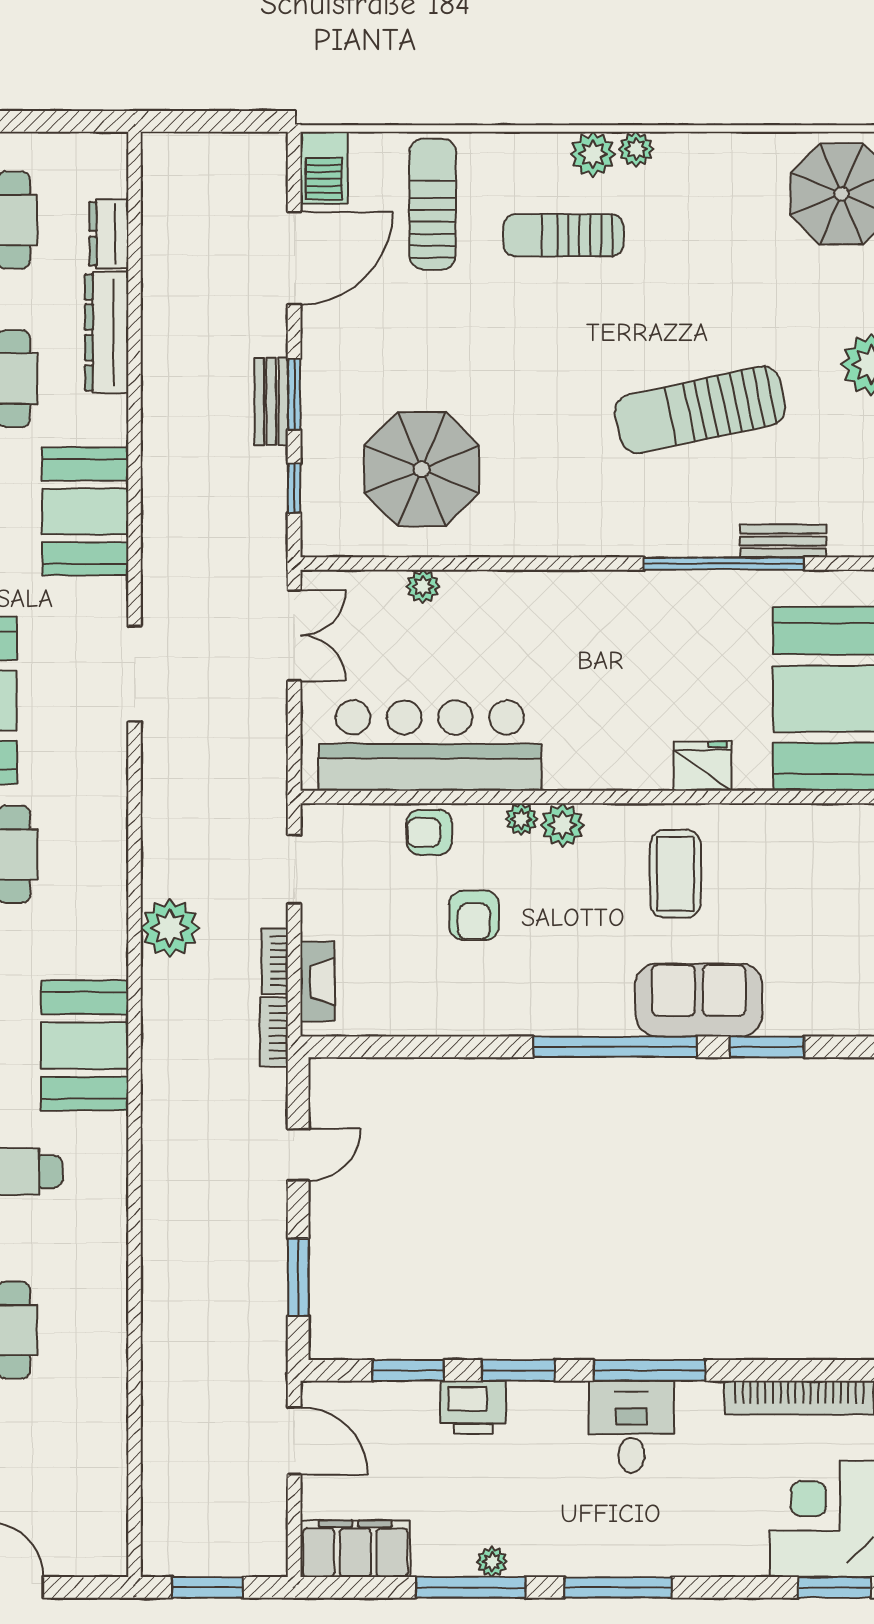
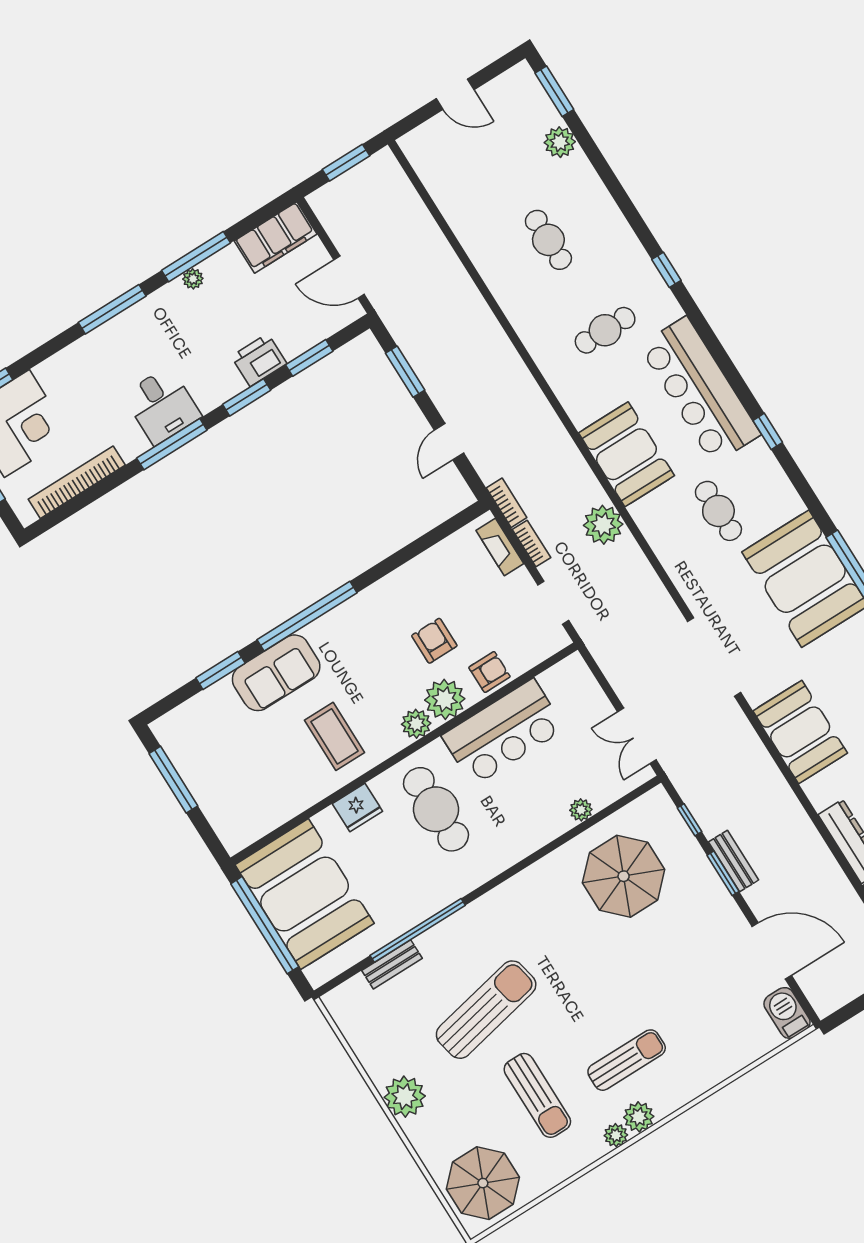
sun lounger: (433, 204) -> (537, 1095), moved
door: (294, 258) -> (772, 951), swing flipped
doorway: (134, 674) -> (714, 657), width x1.36
cafe table: (605, 702) -> (436, 809), added
bar counter: (430, 746) -> (503, 732), width x0.73
plant: (521, 819) -> (445, 699), width x1.88, depth x1.88
booth: (85, 1046) -> (627, 454), moved

